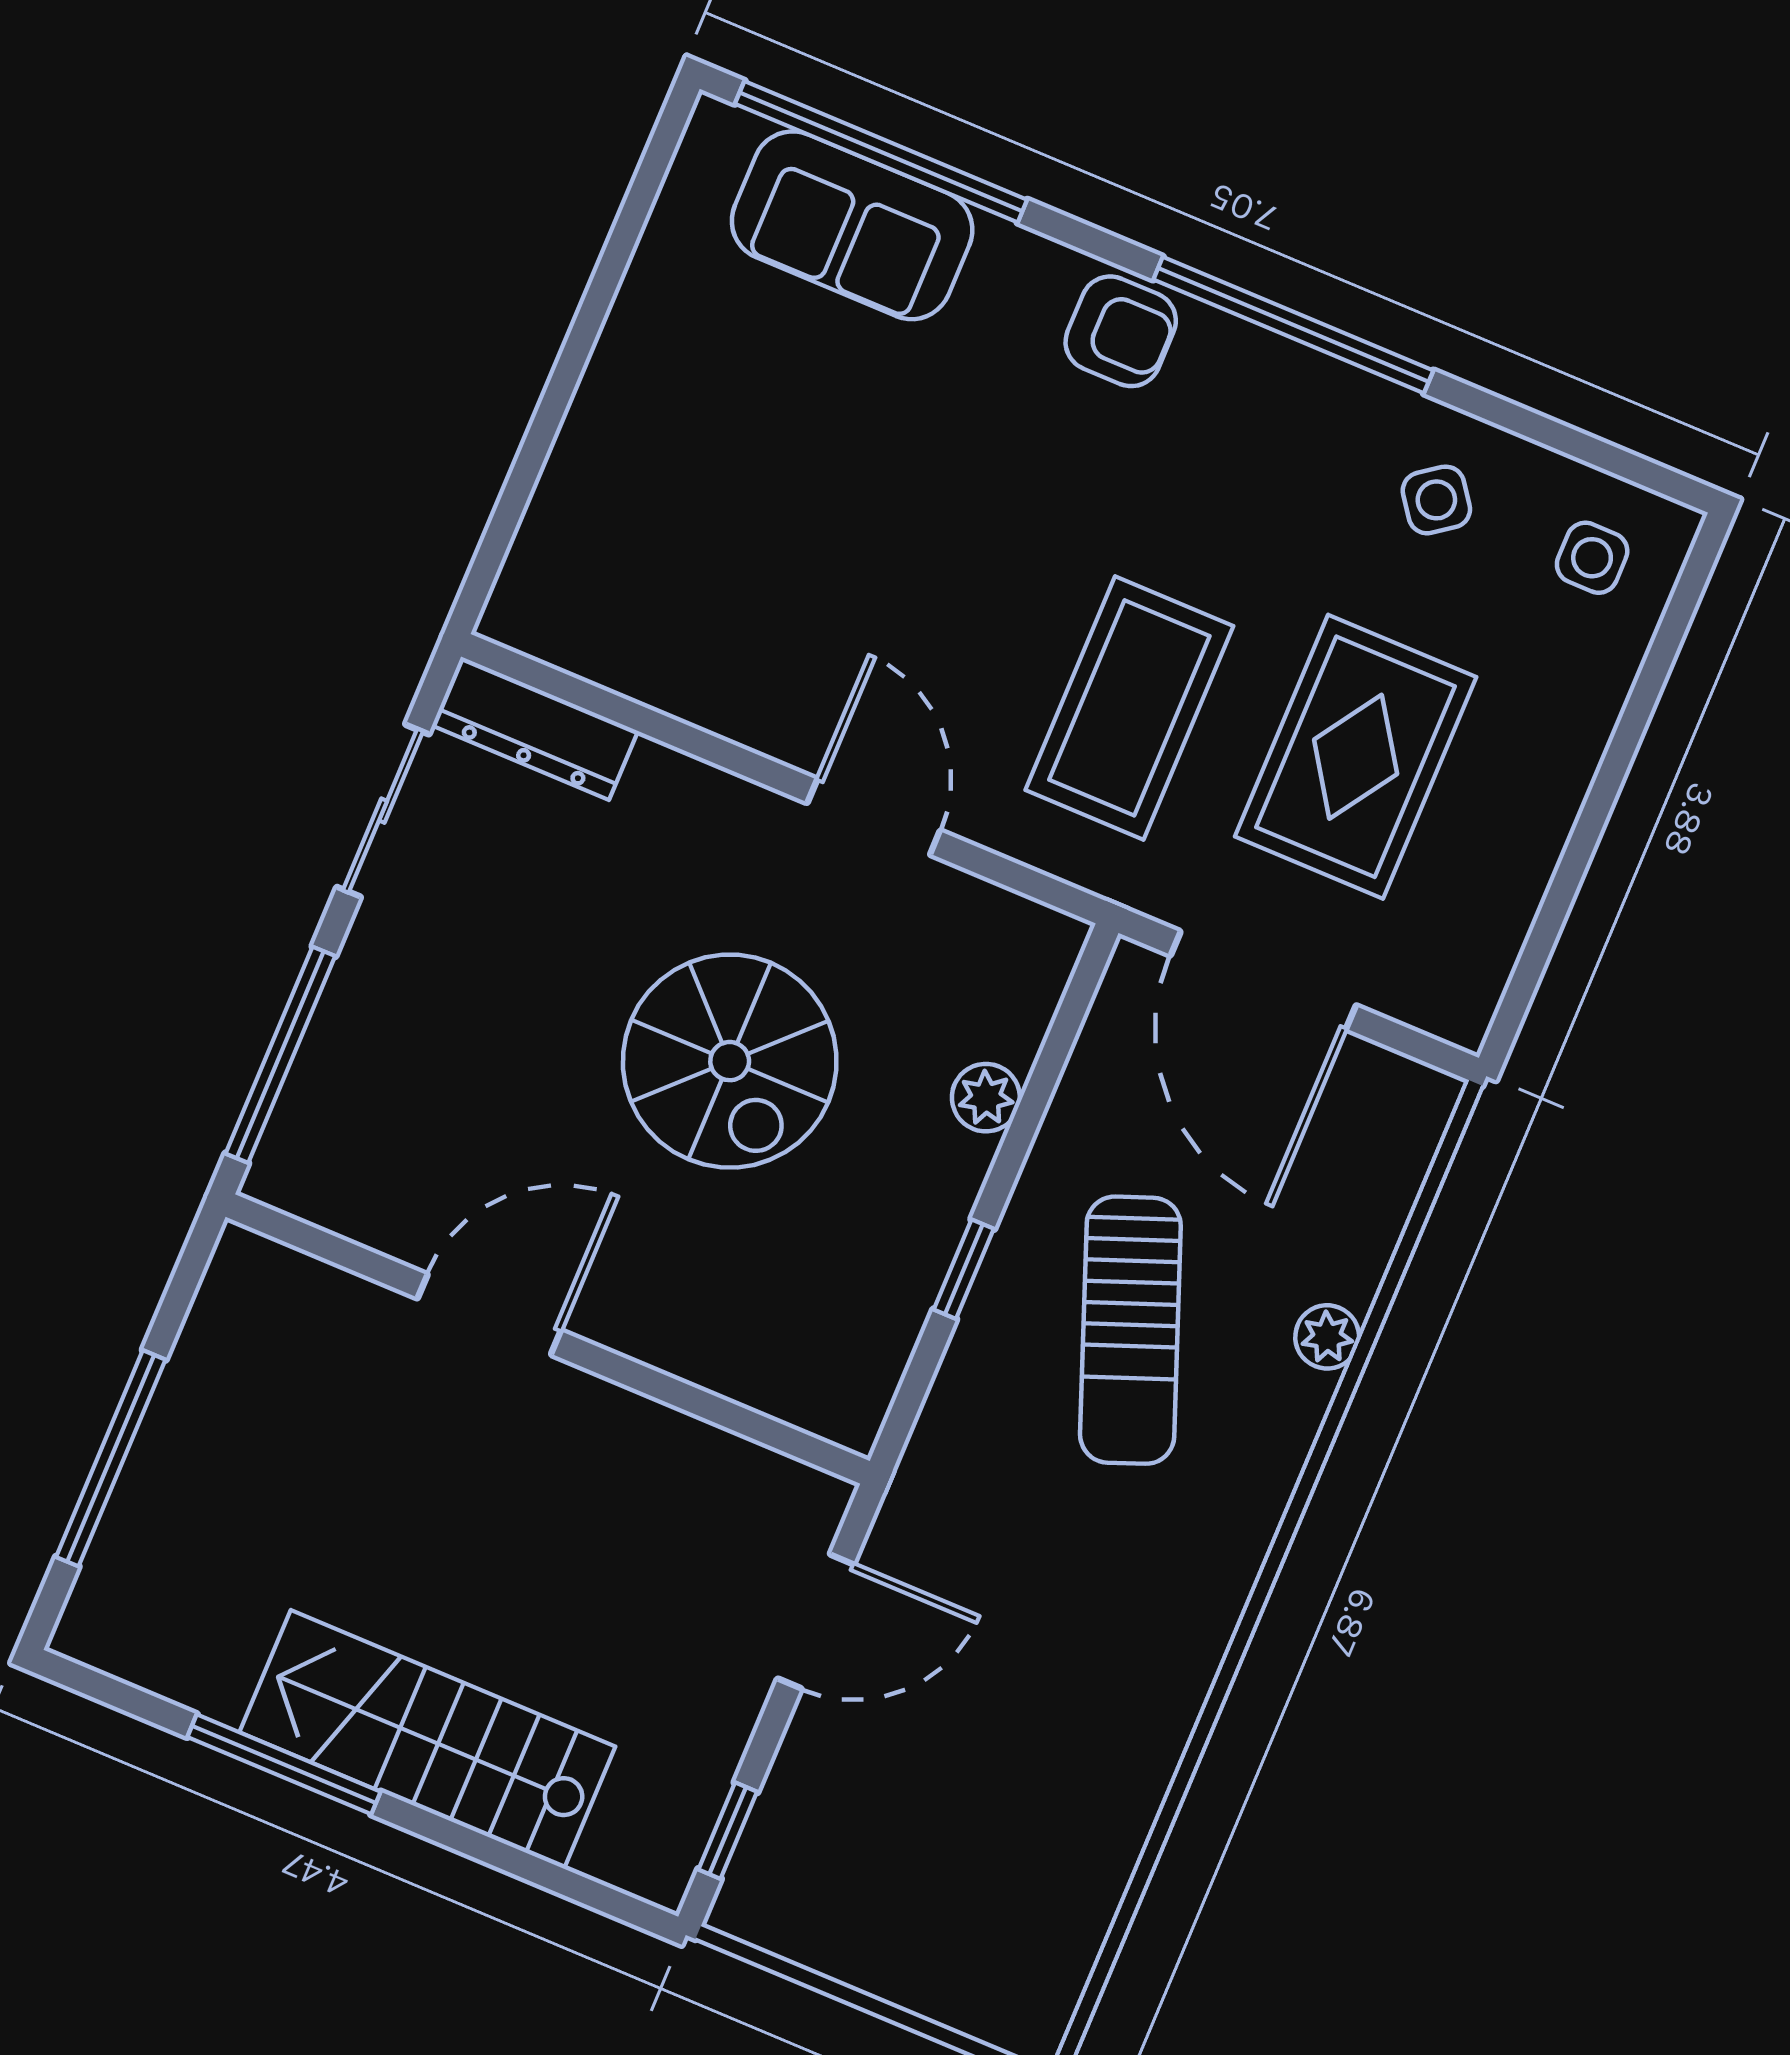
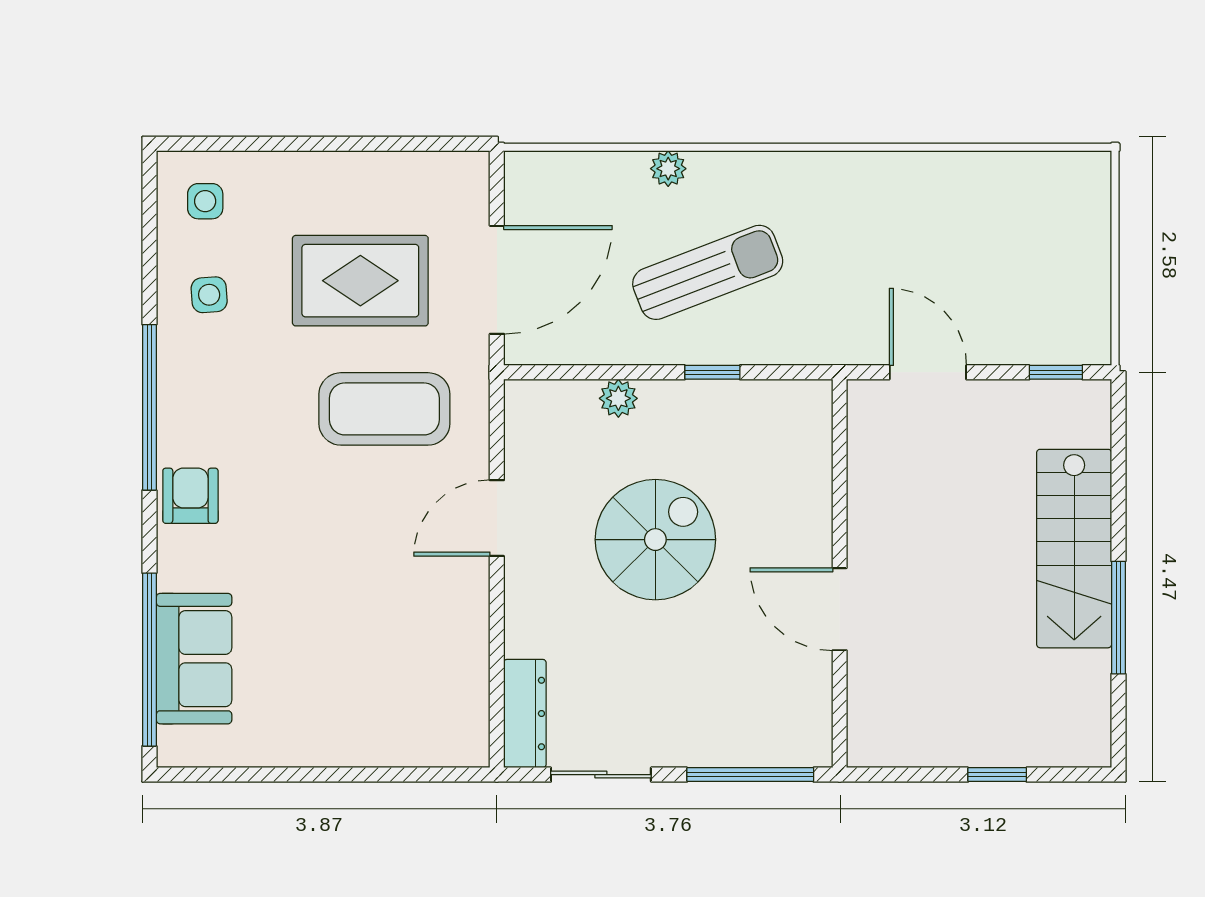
side table: (1436, 500) -> (209, 295), turned 32
window: (111, 1458) -> (997, 775), width x0.46

